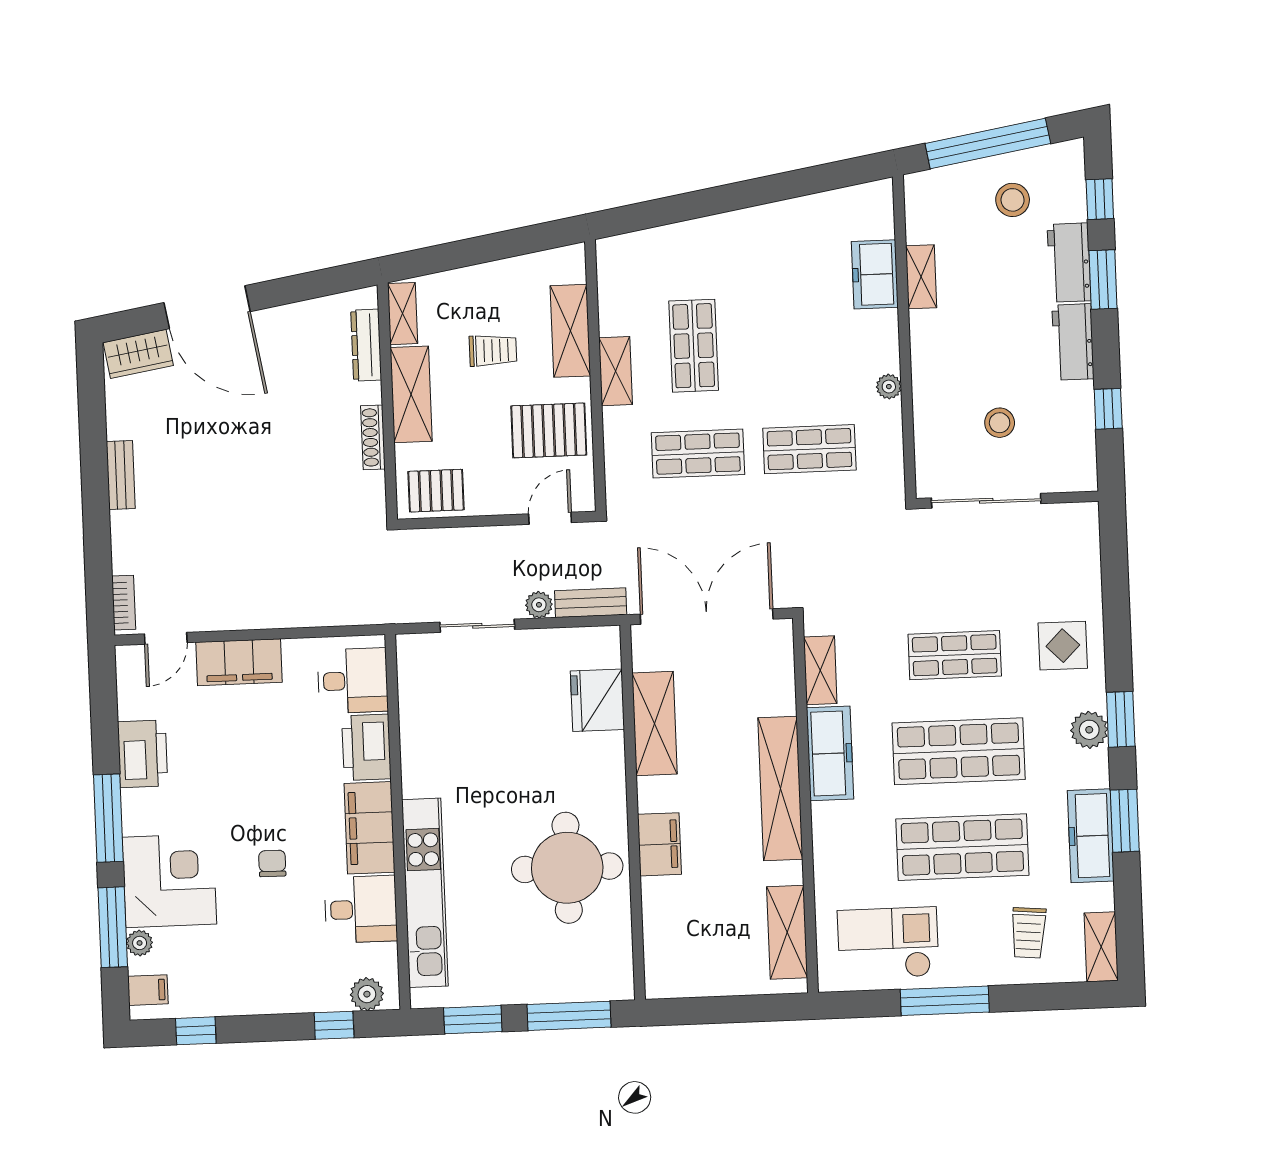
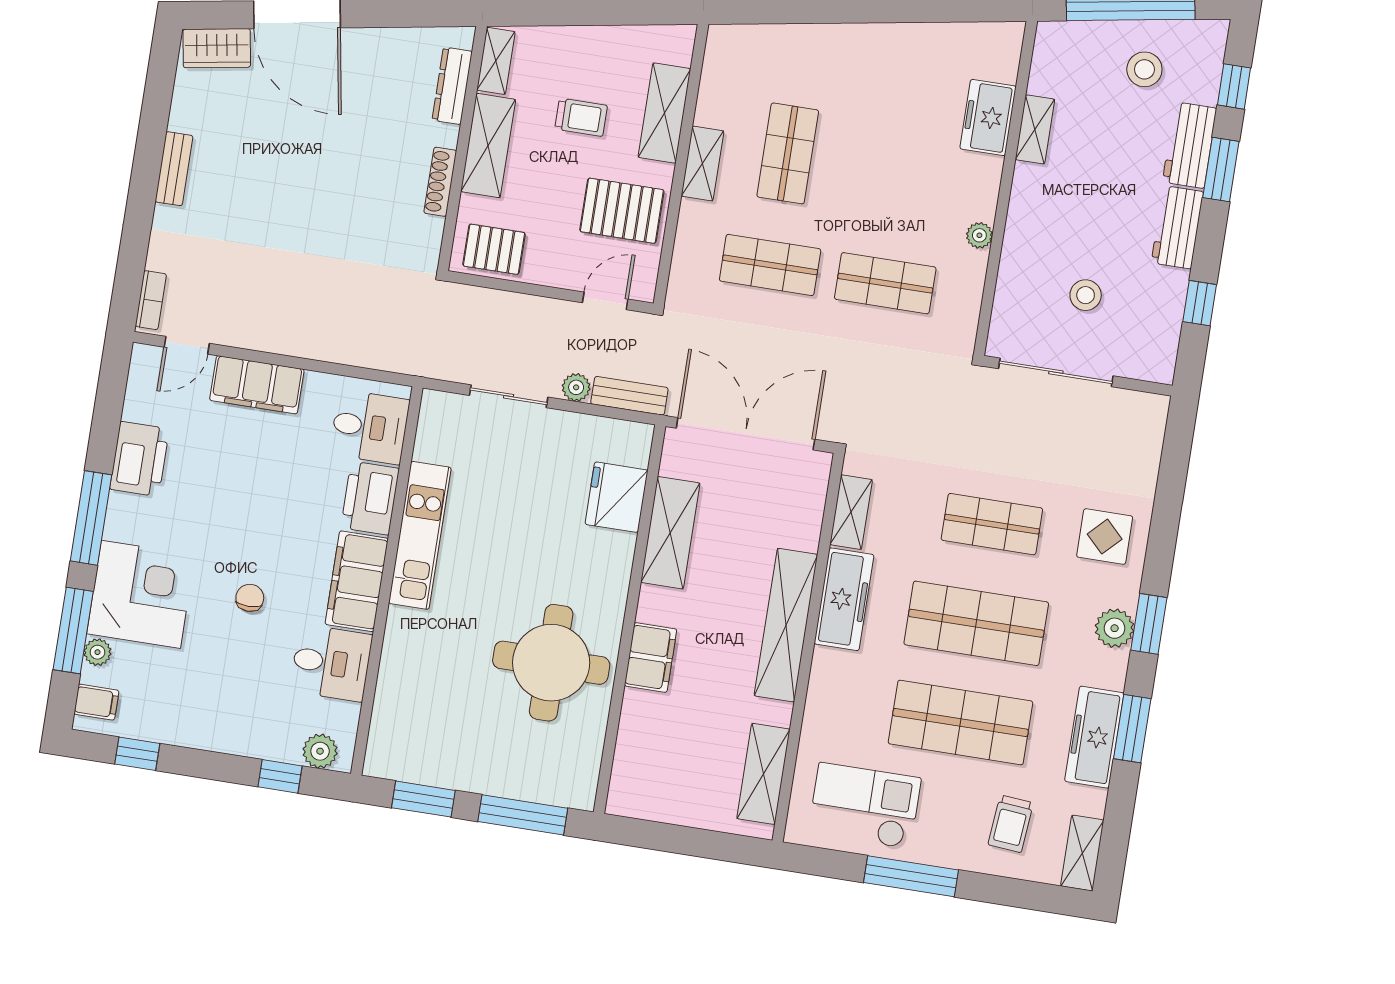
kitchen unit: (425, 893) -> (420, 535), moved, width x0.73

